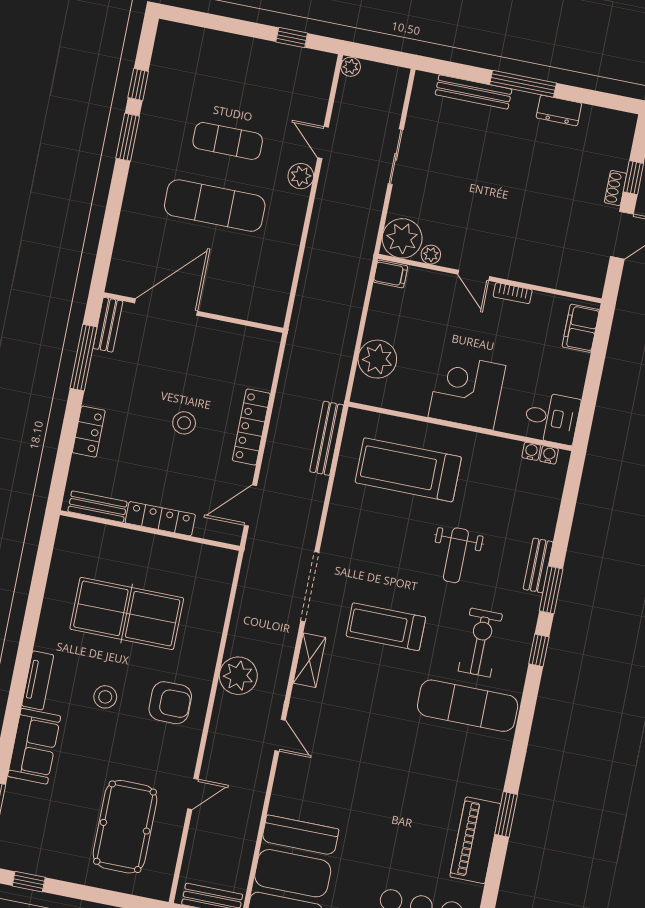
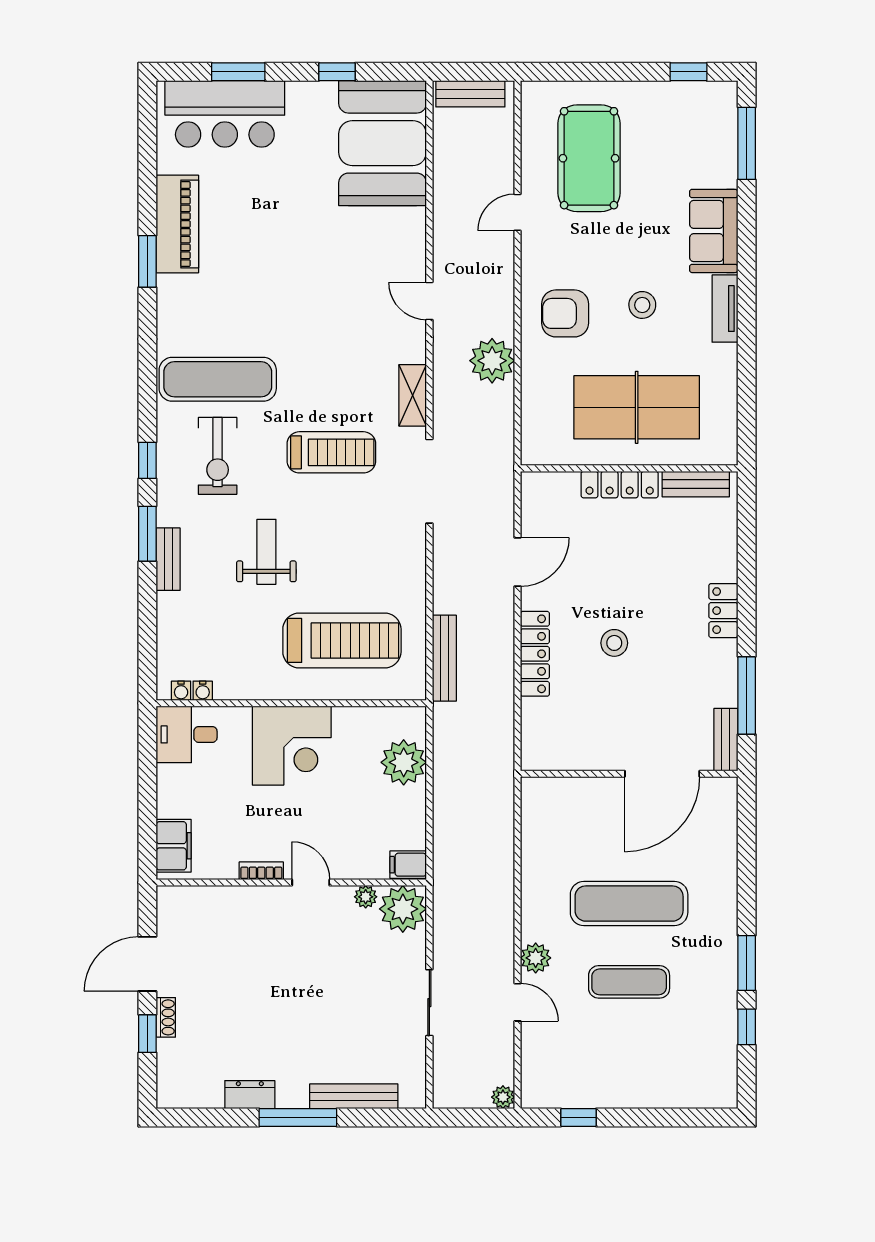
bench: (97, 507) -> (696, 484), moved
locker: (160, 519) -> (620, 485), moved
wall: (150, 531) -> (629, 468), moved

